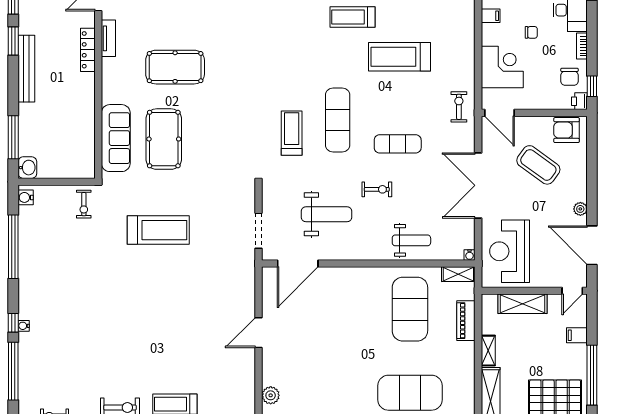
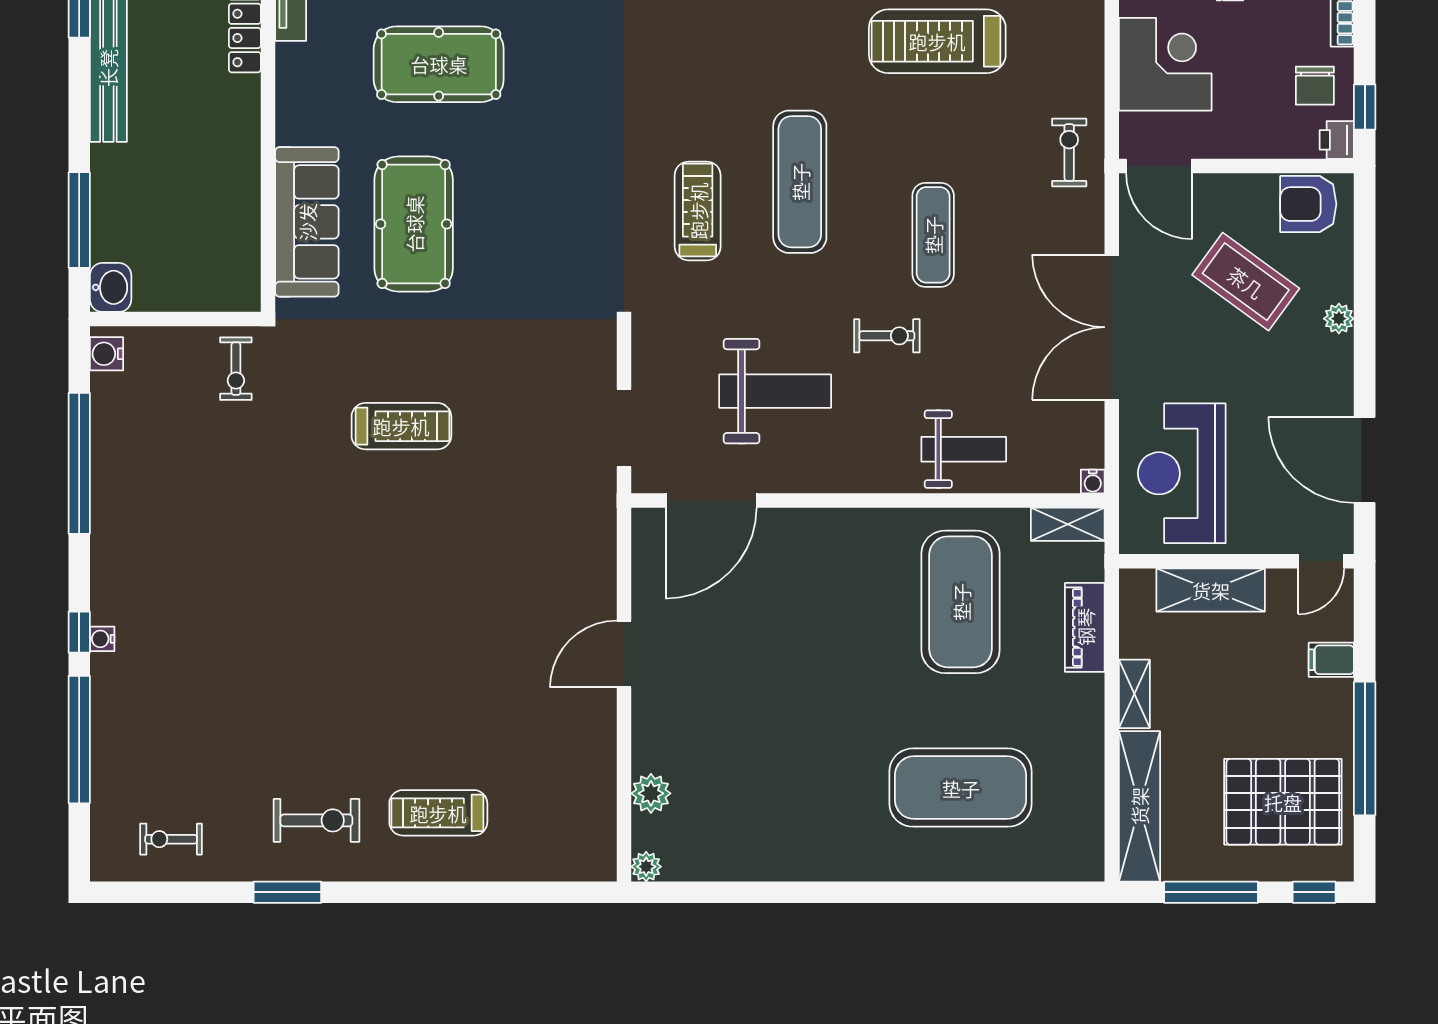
exercise mat: (398, 144) -> (933, 235), turned 90
plant: (580, 209) -> (1339, 319), moved
treadmill: (158, 230) -> (401, 426), width x0.73, depth x0.73

